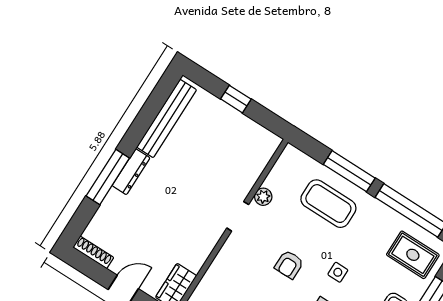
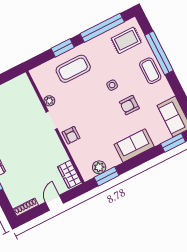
window: (349, 171) -> (63, 48), width x0.69
armchair: (289, 265) -> (71, 135), moved

